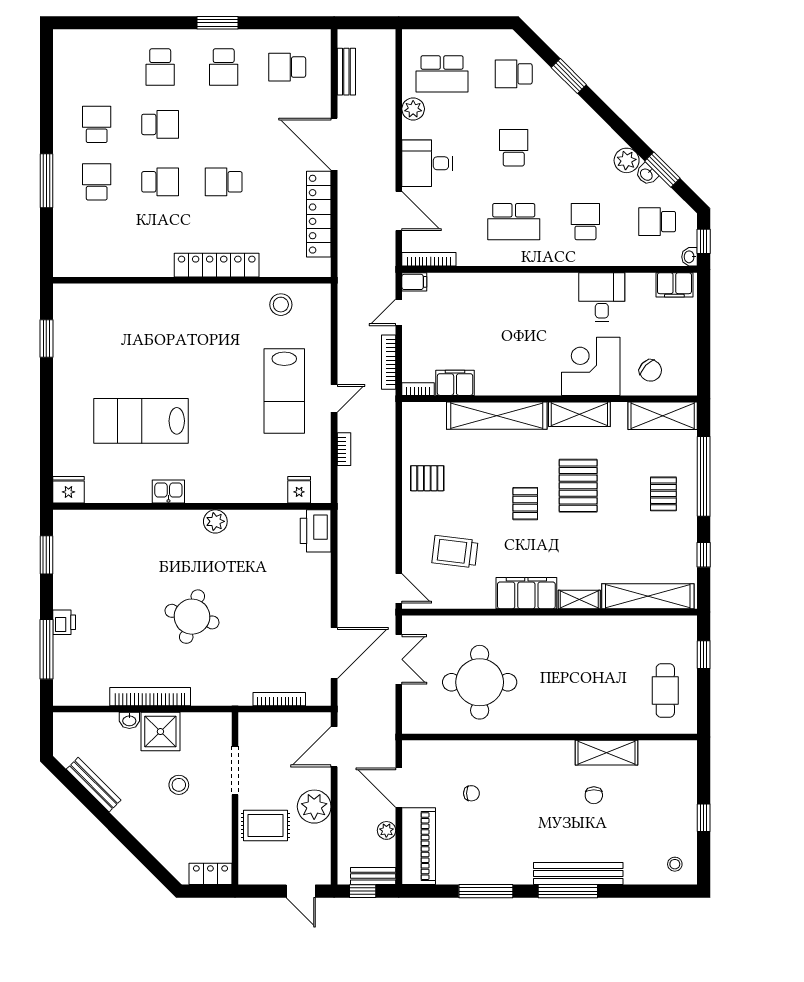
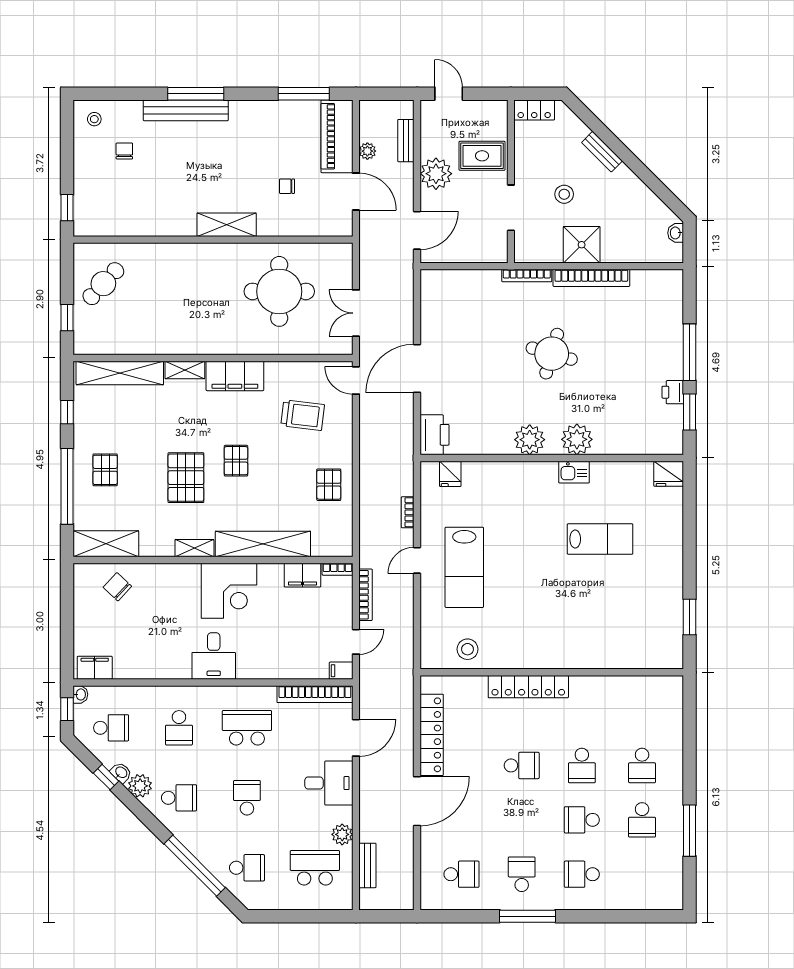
window: (218, 23) -> (528, 916), width x1.44
school desk: (160, 67) -> (582, 874), turned -90
bench: (346, 72) -> (367, 865), moved
window: (569, 76) -> (195, 866), width x2.11
door: (334, 144) -> (417, 801), hinge flipped
school desk: (514, 148) -> (247, 798), turned 180
school desk: (585, 148) -> (179, 798), added
window: (662, 170) -> (106, 777), width x0.67
window: (46, 181) -> (690, 831), moved
school desk: (160, 182) -> (582, 765), turned -90
door: (399, 211) -> (356, 738), swing flipped
bookcase: (429, 259) -> (315, 694), width x1.48, depth x1.31
desk: (602, 297) -> (214, 656), moved
corner desk: (591, 366) -> (229, 591), moved
lab bench: (284, 391) -> (464, 567), turned 180
shelving: (579, 414) -> (194, 548), width x0.67, depth x0.75
lab bench: (141, 421) -> (600, 539), width x0.73, depth x0.72
pallet: (427, 478) -> (329, 485), turned 90
plant: (215, 521) -> (530, 440), width x1.36, depth x1.36
plant: (165, 526) -> (577, 439), added
printer: (64, 622) -> (673, 392), moved
window: (46, 649) -> (690, 352), moved
door: (334, 653) -> (417, 368), moved
cafe table: (665, 690) -> (103, 284), turned 43
bookcase: (279, 699) -> (527, 276), moved
washbasin: (129, 720) -> (676, 233), moved, turned -90
shelving: (607, 753) -> (227, 225), moved
bench: (94, 785) -> (602, 152), moved, width x0.73
chair: (594, 795) -> (124, 151), moved
window: (704, 818) -> (67, 208), moved
bench: (373, 876) -> (406, 141), moved, turned 90
window: (363, 891) -> (390, 94), removed
window: (486, 891) -> (304, 94), moved

